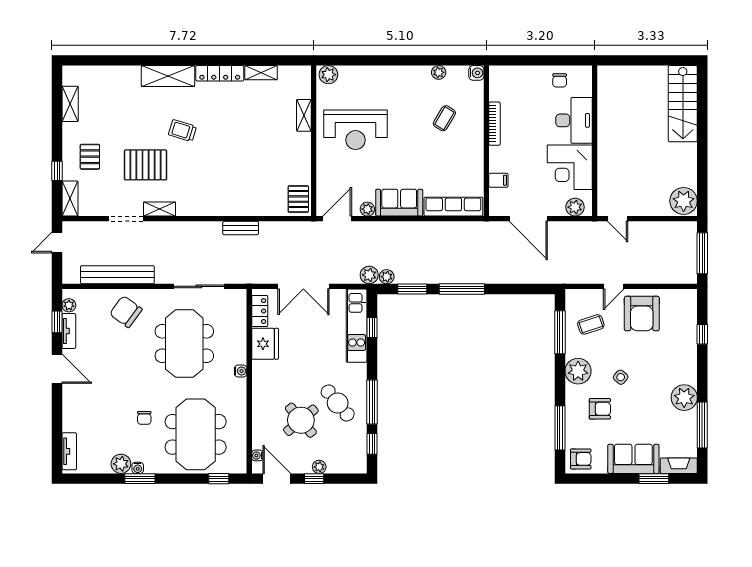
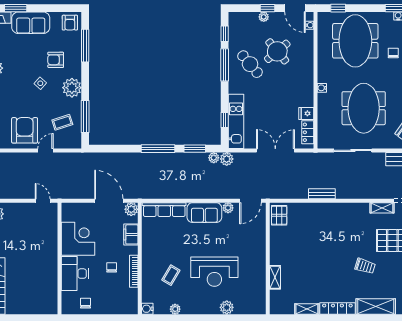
plant: (328, 75) -> (227, 307), moved
chair: (524, 129) -> (112, 267), added
reception desk: (356, 130) -> (214, 272), moved, turned 180
filing cabinet: (498, 180) -> (131, 234), width x2.00
plant: (575, 207) -> (131, 209), moved
fridge: (265, 344) -> (306, 113), width x0.53, depth x0.75
armchair: (581, 459) -> (70, 23), turned -90

